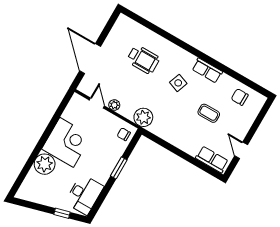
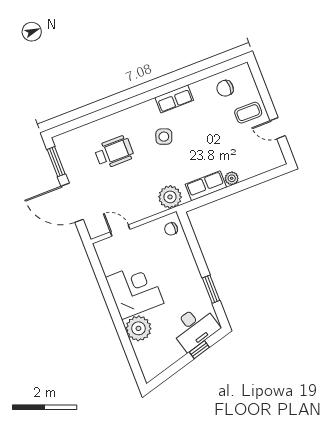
window: (108, 28) -> (56, 162), added
plant: (114, 105) -> (232, 178), moved
coffee table: (209, 113) -> (248, 113), moved
row of seats: (212, 159) -> (206, 186), moved
window: (119, 168) -> (211, 289), moved
desk: (84, 195) -> (195, 328), moved, turned 74

